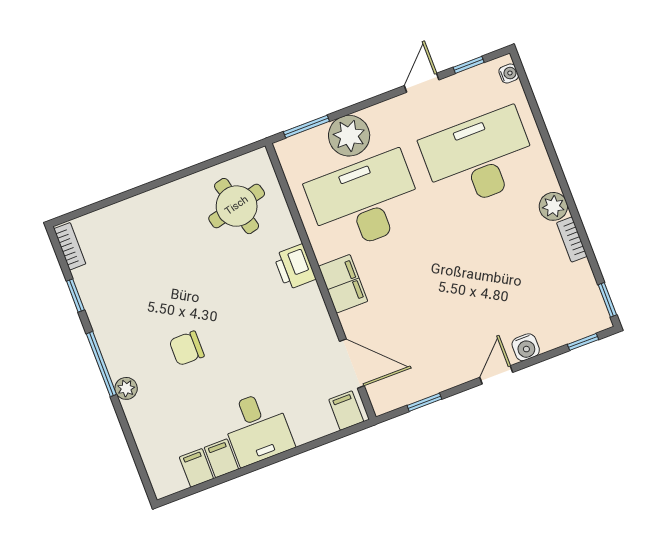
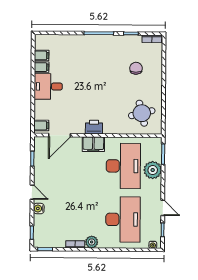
printer: (295, 267) -> (94, 127), moved
chair: (187, 348) -> (136, 68), moved
plant: (126, 388) -> (85, 39), removed

